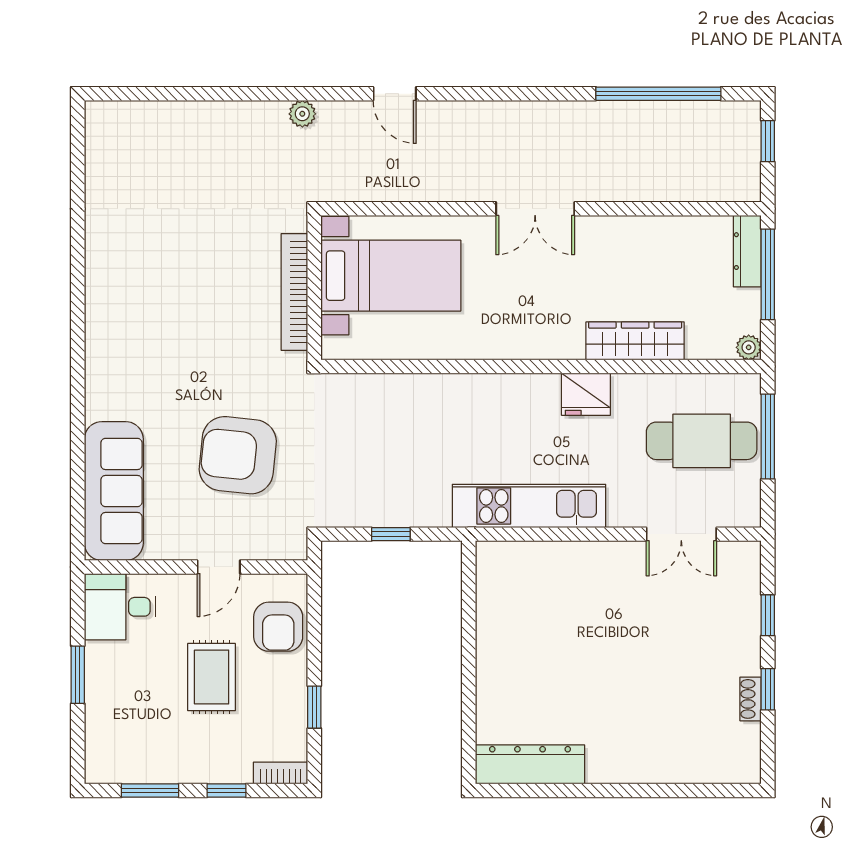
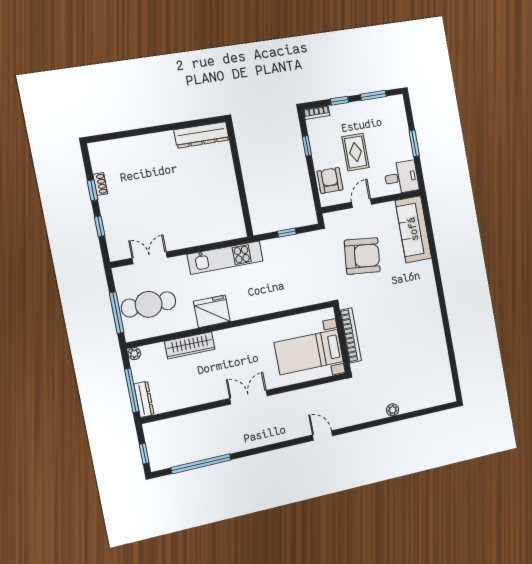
plant: (302, 114) -> (393, 410), moved
fridge: (586, 394) -> (212, 311), width x1.36, depth x1.34

